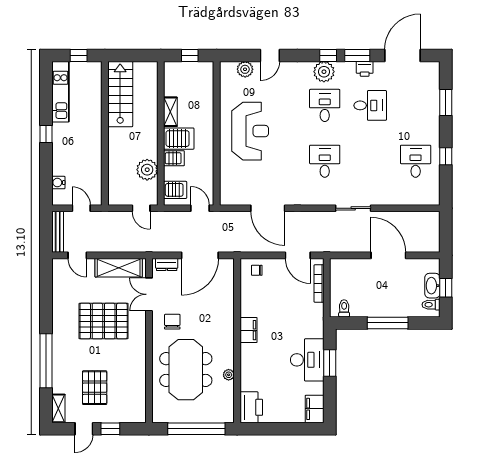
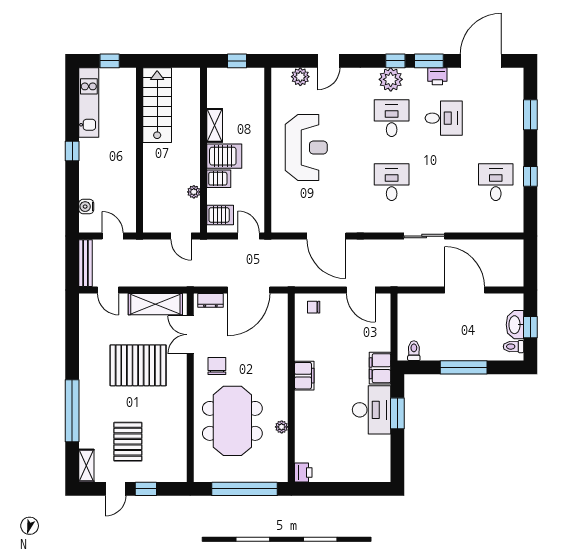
plant: (147, 170) -> (194, 192), width x0.53, depth x0.53
bookcase: (319, 283) -> (385, 322), removed
printer: (251, 407) -> (303, 473), width x0.53, depth x0.68
filing cabinet: (315, 409) -> (380, 368), moved

